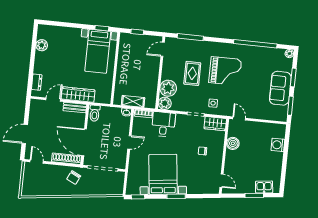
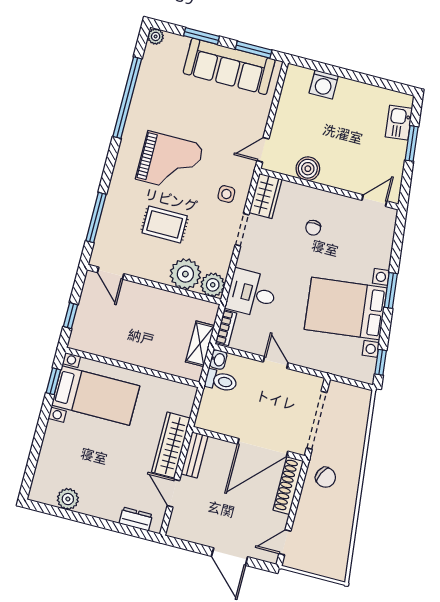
grand piano: (225, 71) -> (170, 162), turned 90
sofa: (280, 88) -> (229, 66), width x1.36
toilet: (95, 113) -> (221, 381), moved

